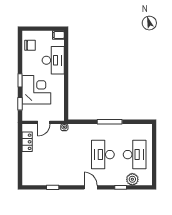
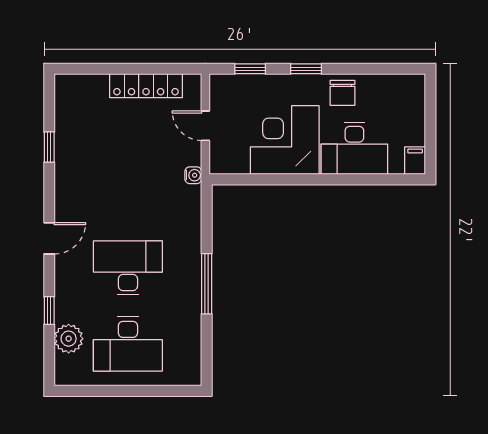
chair: (30, 45) -> (342, 93), moved
corner desk: (36, 90) -> (285, 140), moved, turned 180
locker: (27, 142) -> (146, 86), width x1.53

